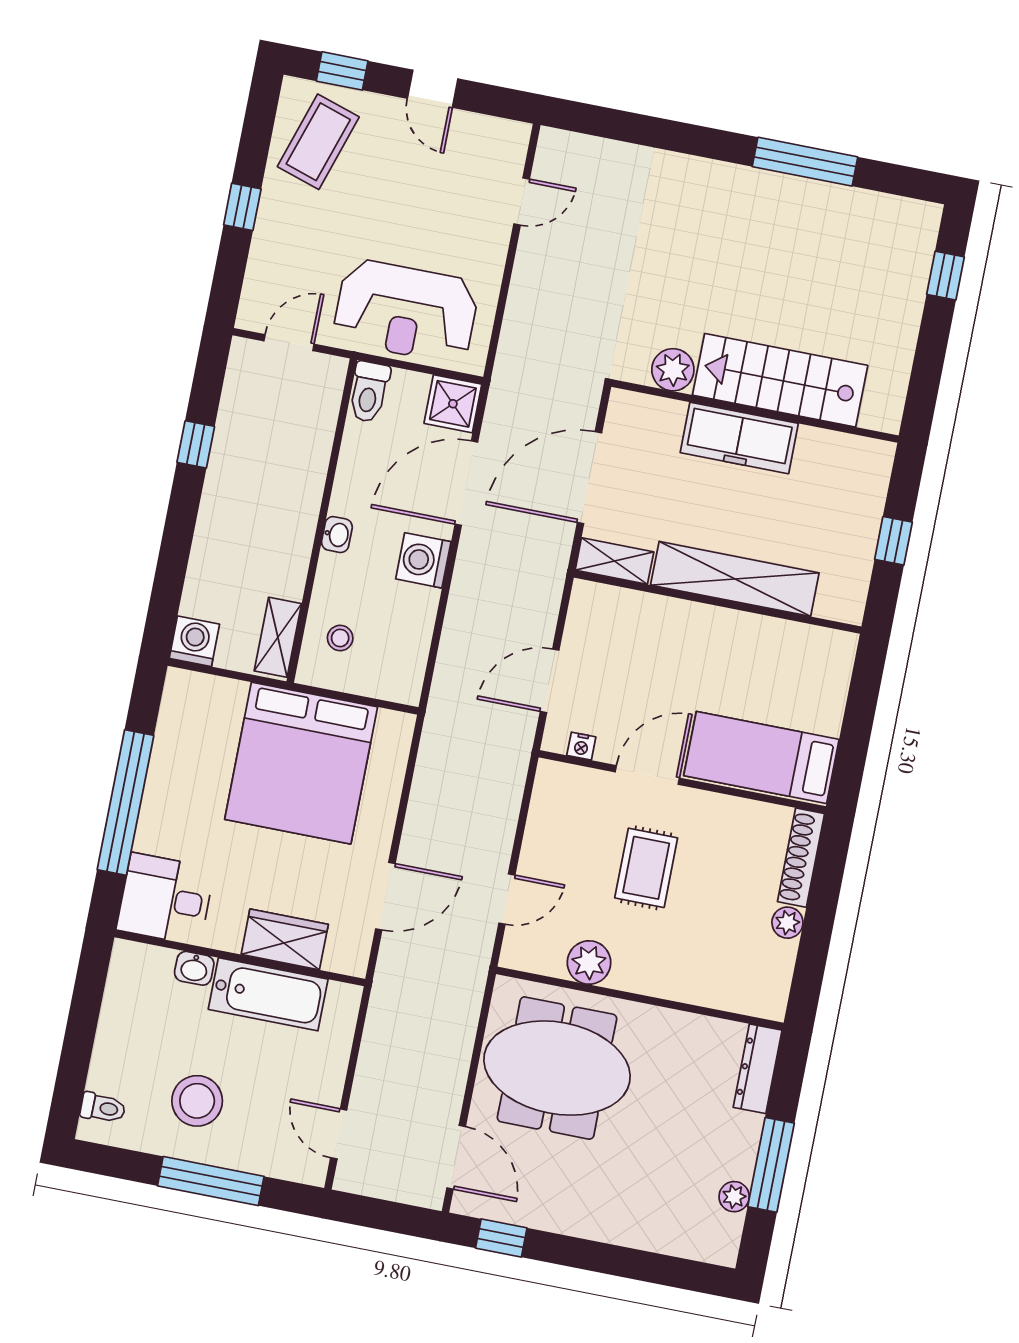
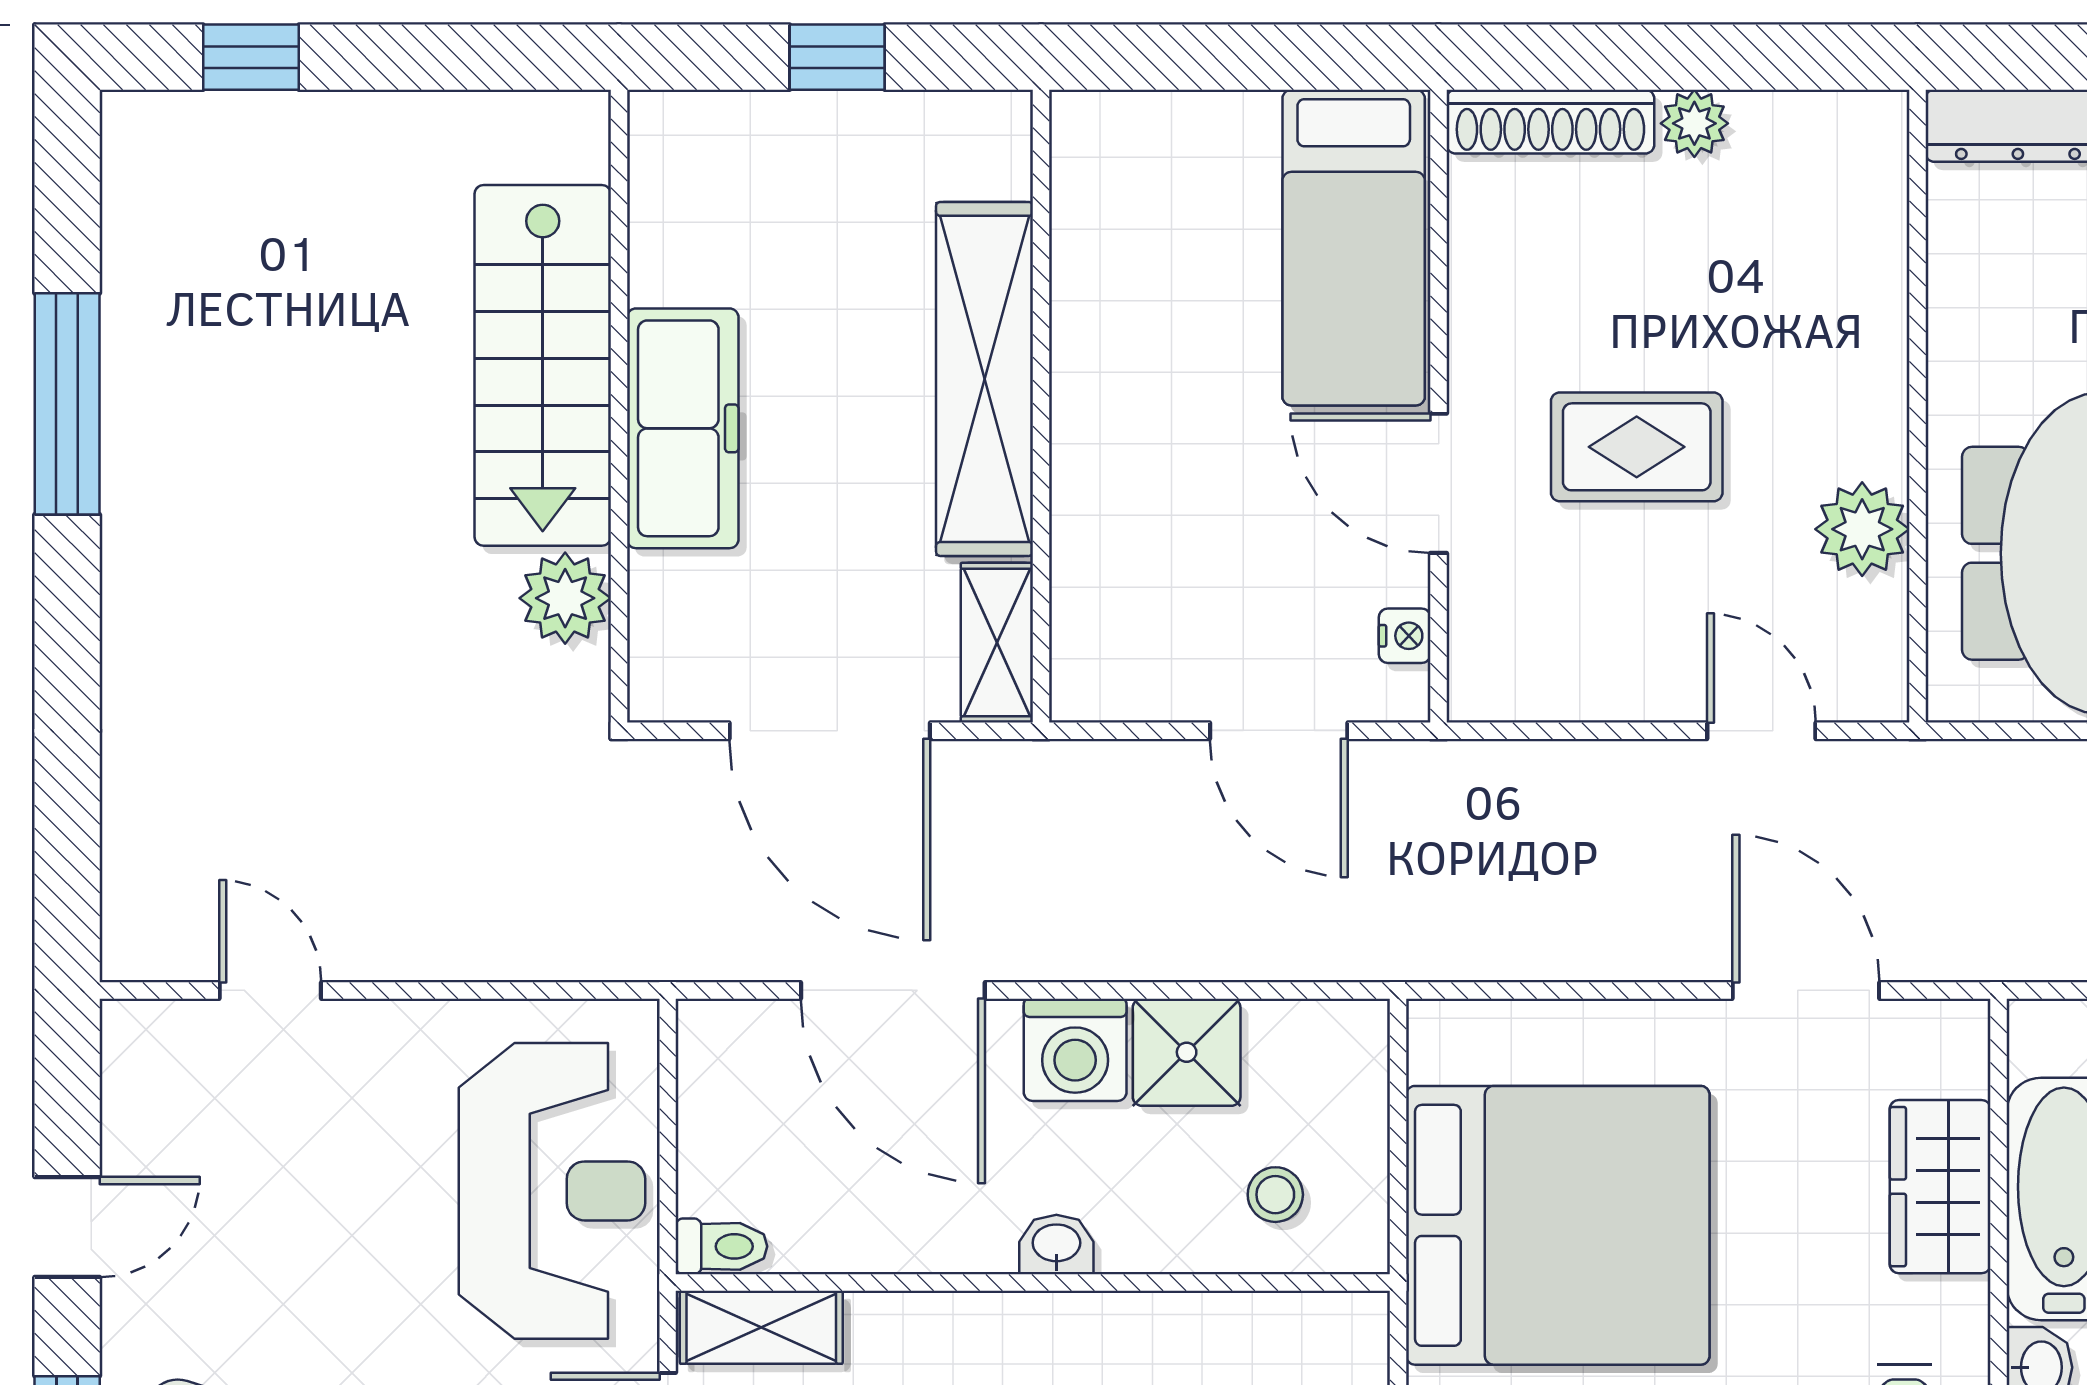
toilet: (369, 392) -> (721, 1246), width x0.73, depth x0.72
shower: (453, 404) -> (1187, 1052), moved
shelving: (278, 637) -> (761, 1327), moved

